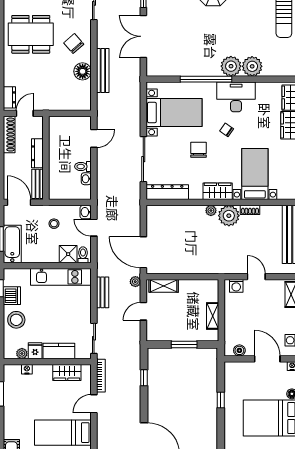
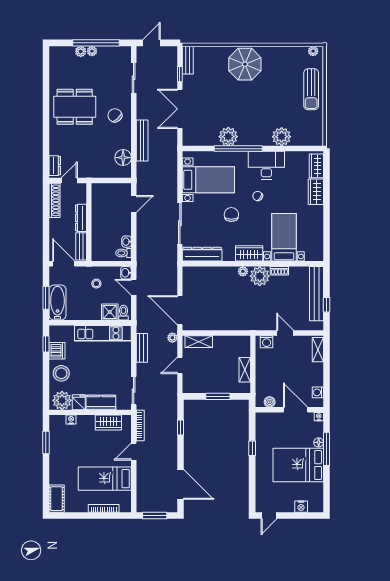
plant: (231, 66) -> (228, 137), moved
floor lamp: (83, 71) -> (123, 158), moved
toilet: (83, 166) -> (123, 253), moved
plant: (22, 353) -> (62, 400), width x1.88, depth x1.88

